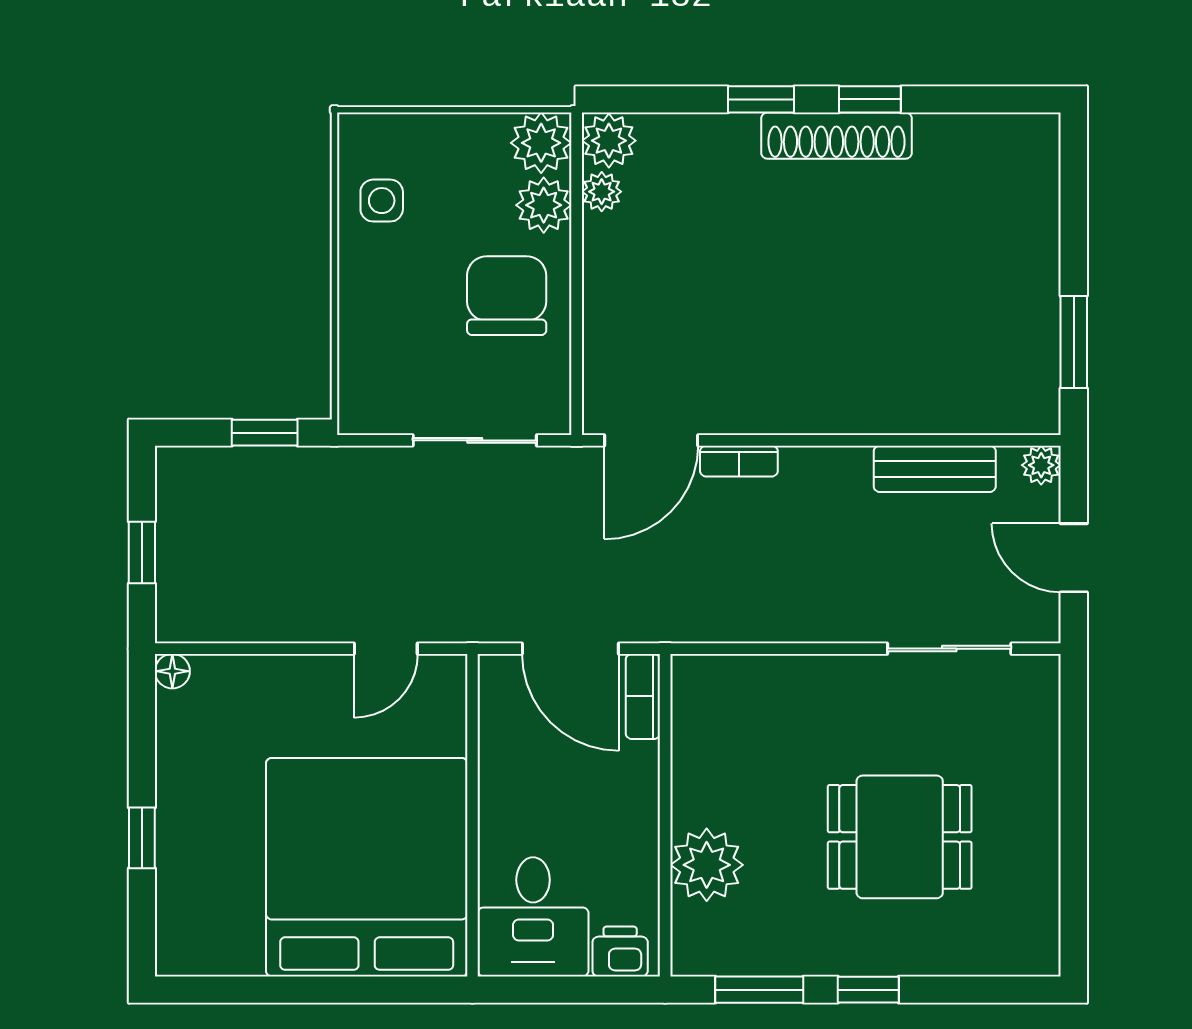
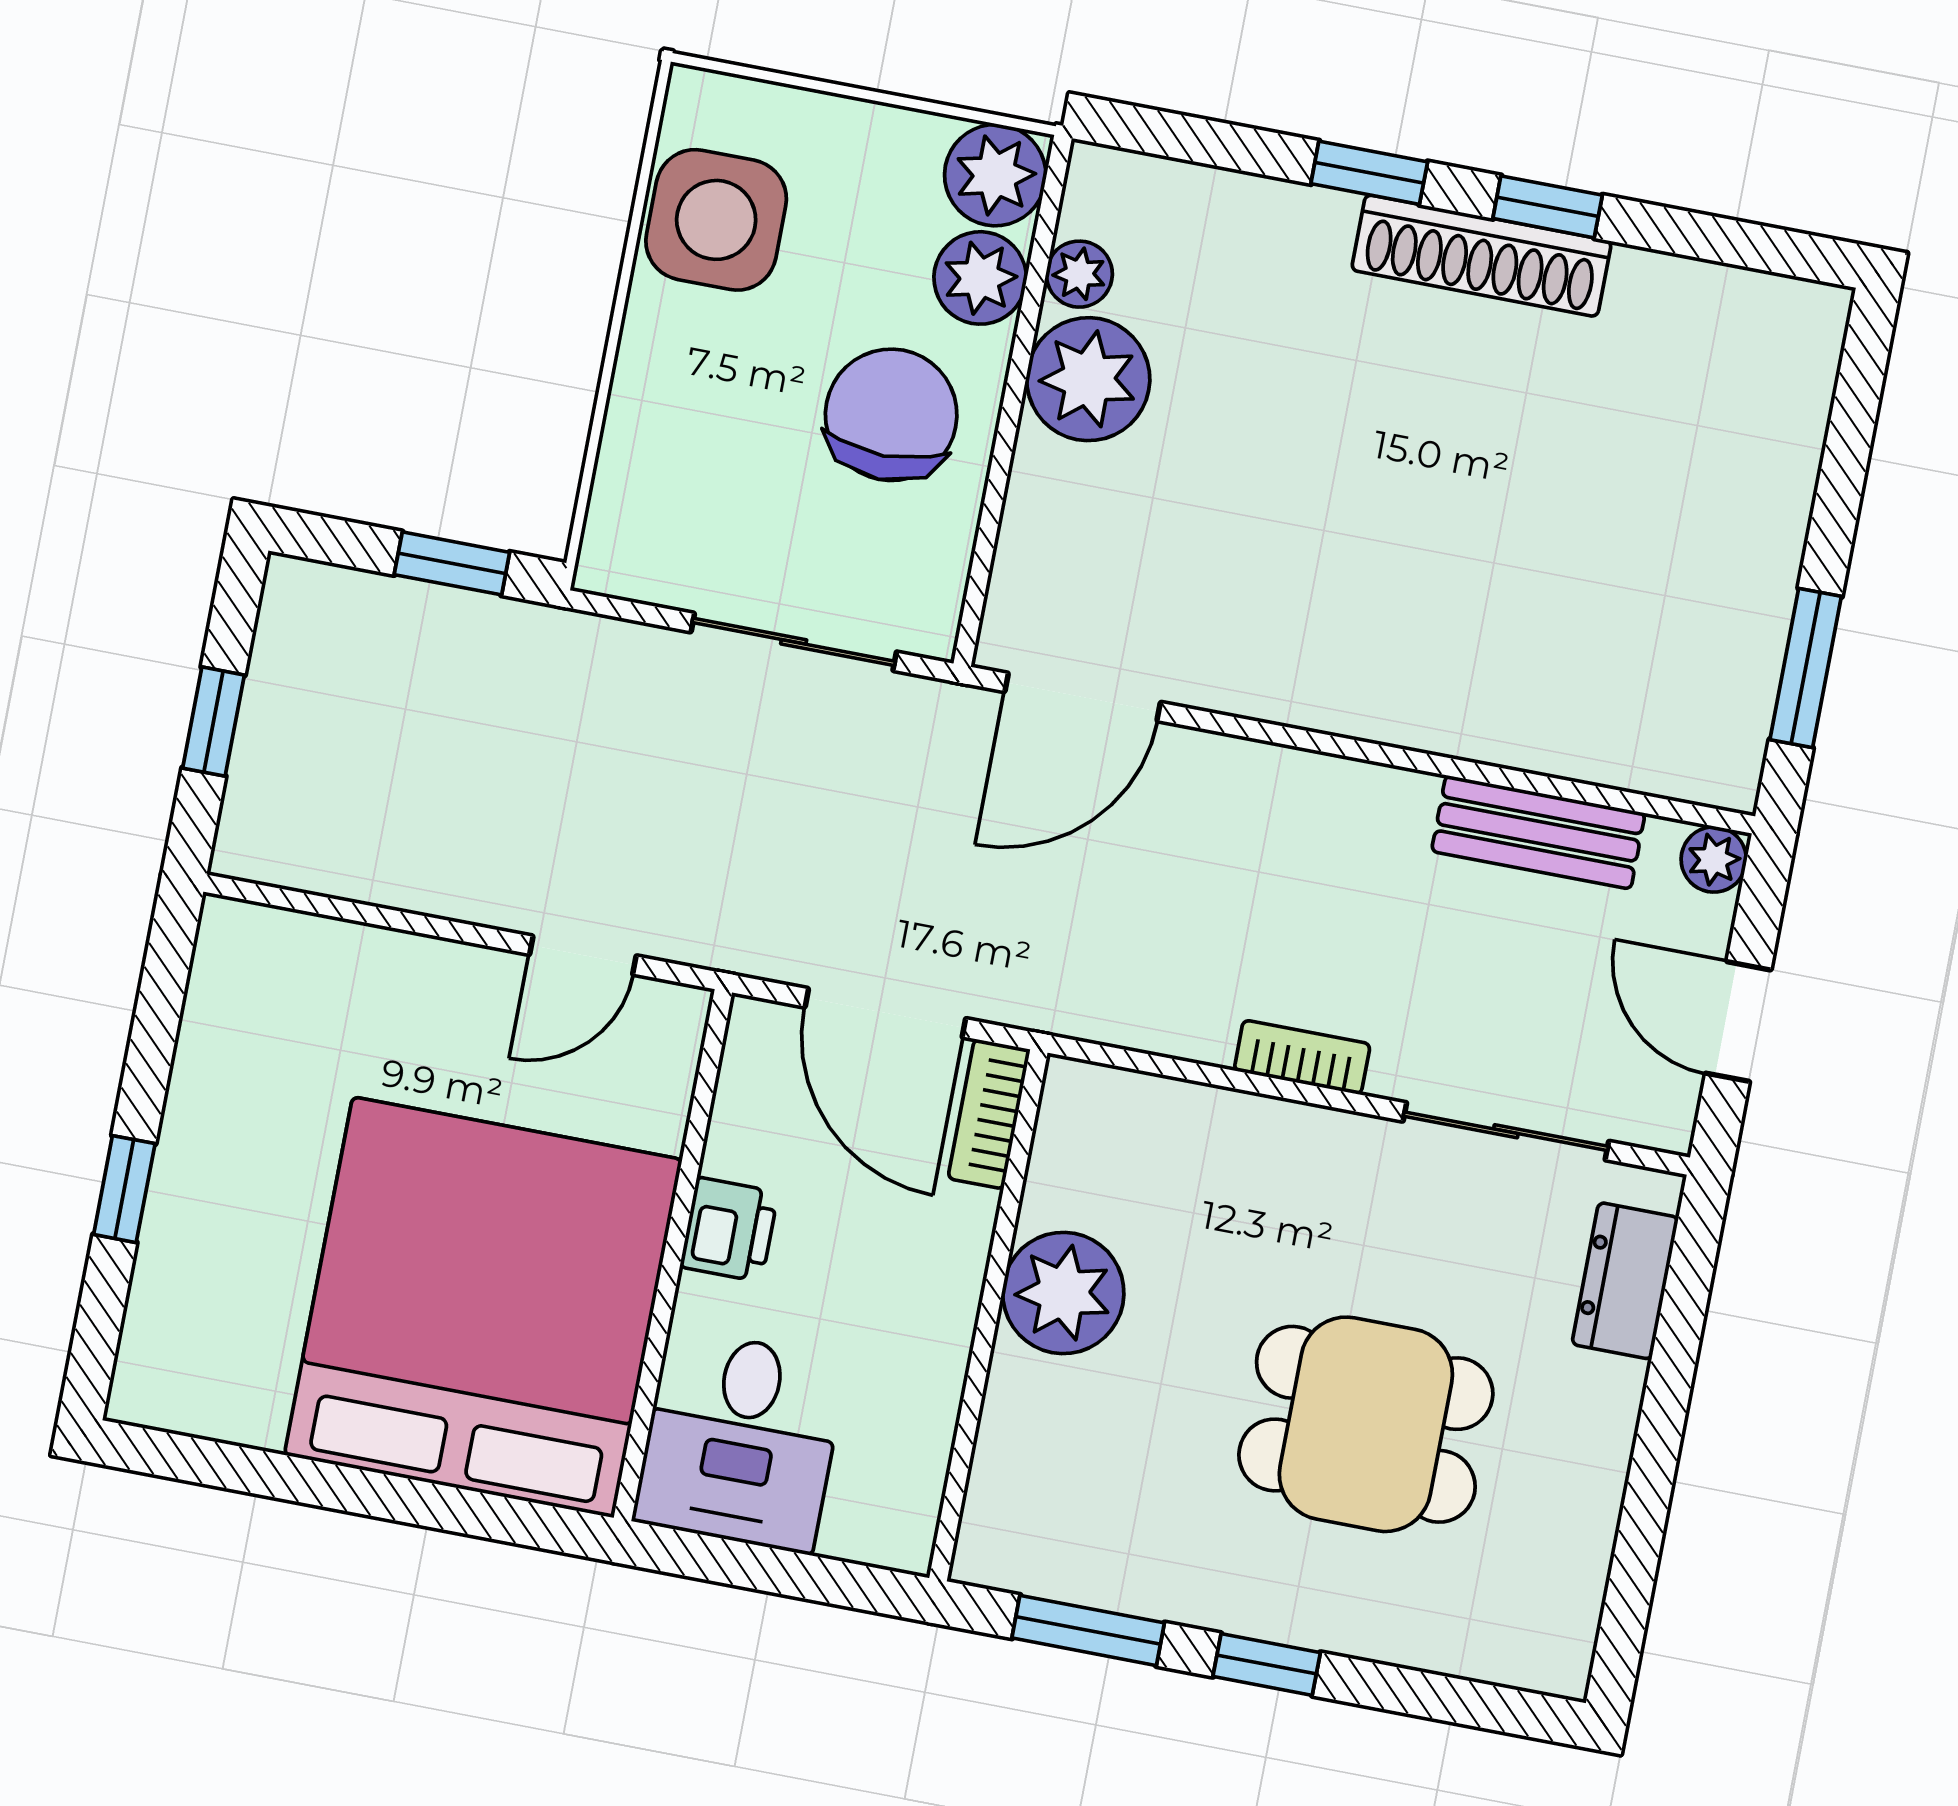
plant: (609, 141) -> (1088, 379), moved, width x1.36, depth x1.36
side table: (382, 201) -> (716, 220), width x1.87, depth x1.87
bookcase: (739, 461) -> (1302, 1057), moved, turned 180
floor lamp: (172, 671) -> (226, 925), removed
dresser: (1036, 723) -> (1625, 1281), added
plant: (707, 865) -> (1063, 1293), moved
printer: (620, 951) -> (729, 1229), moved, turned 90

